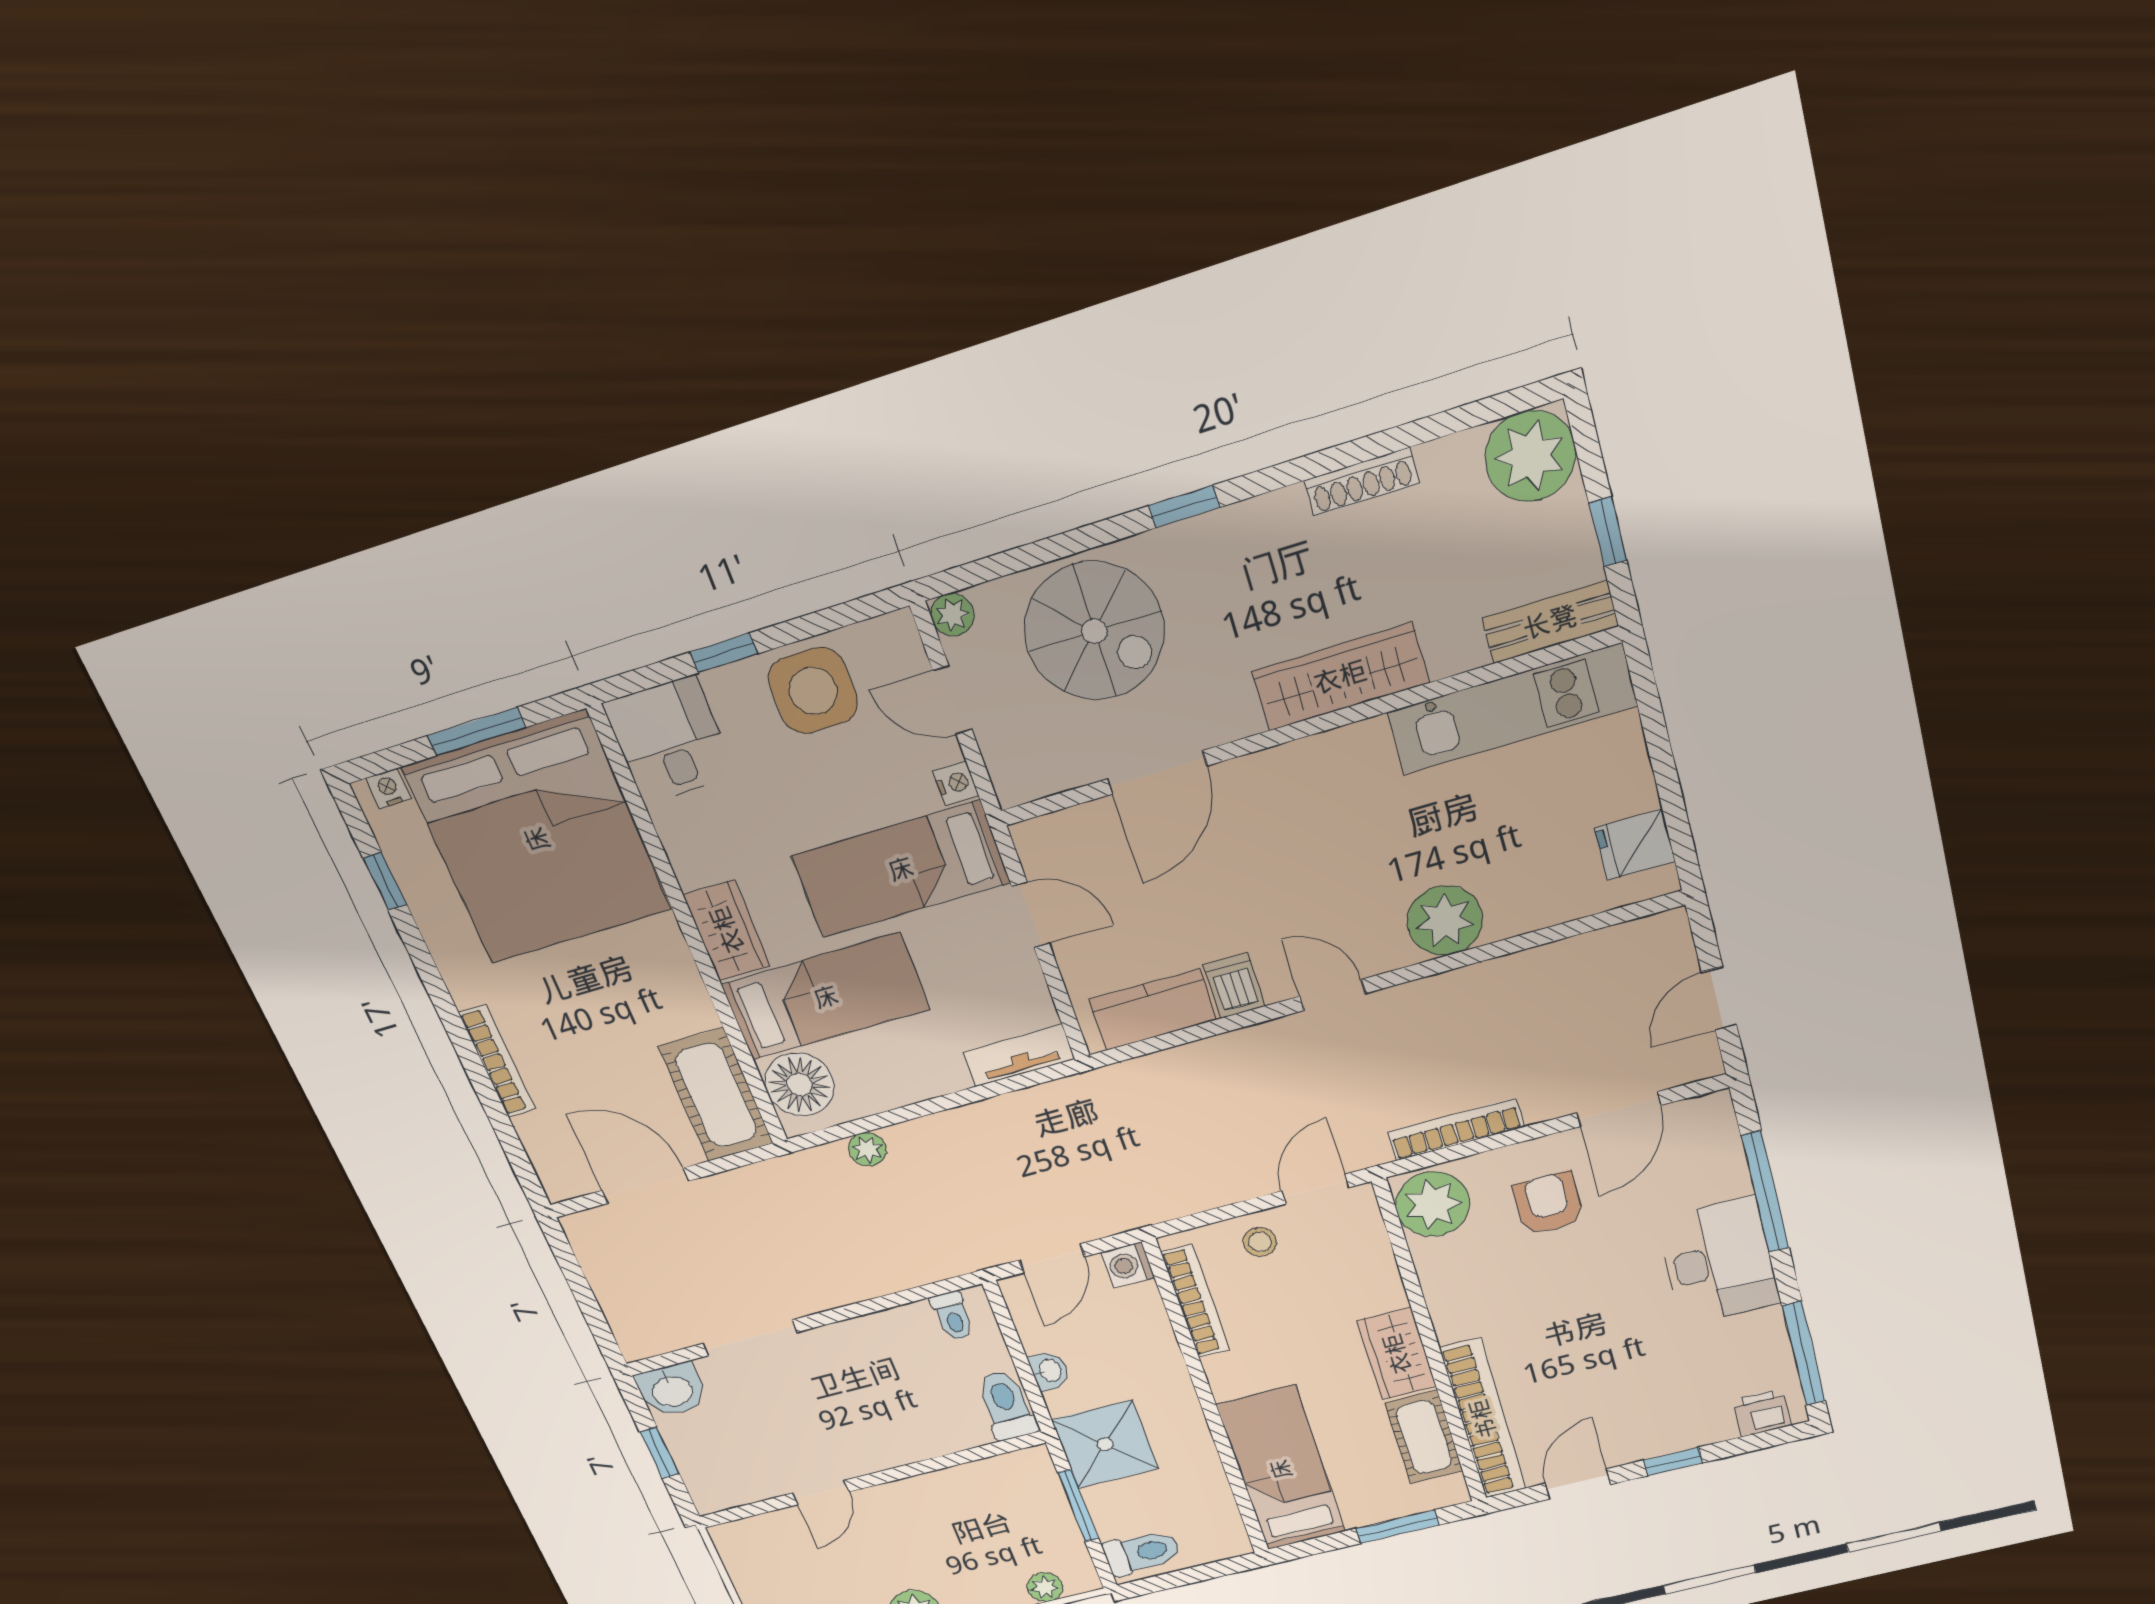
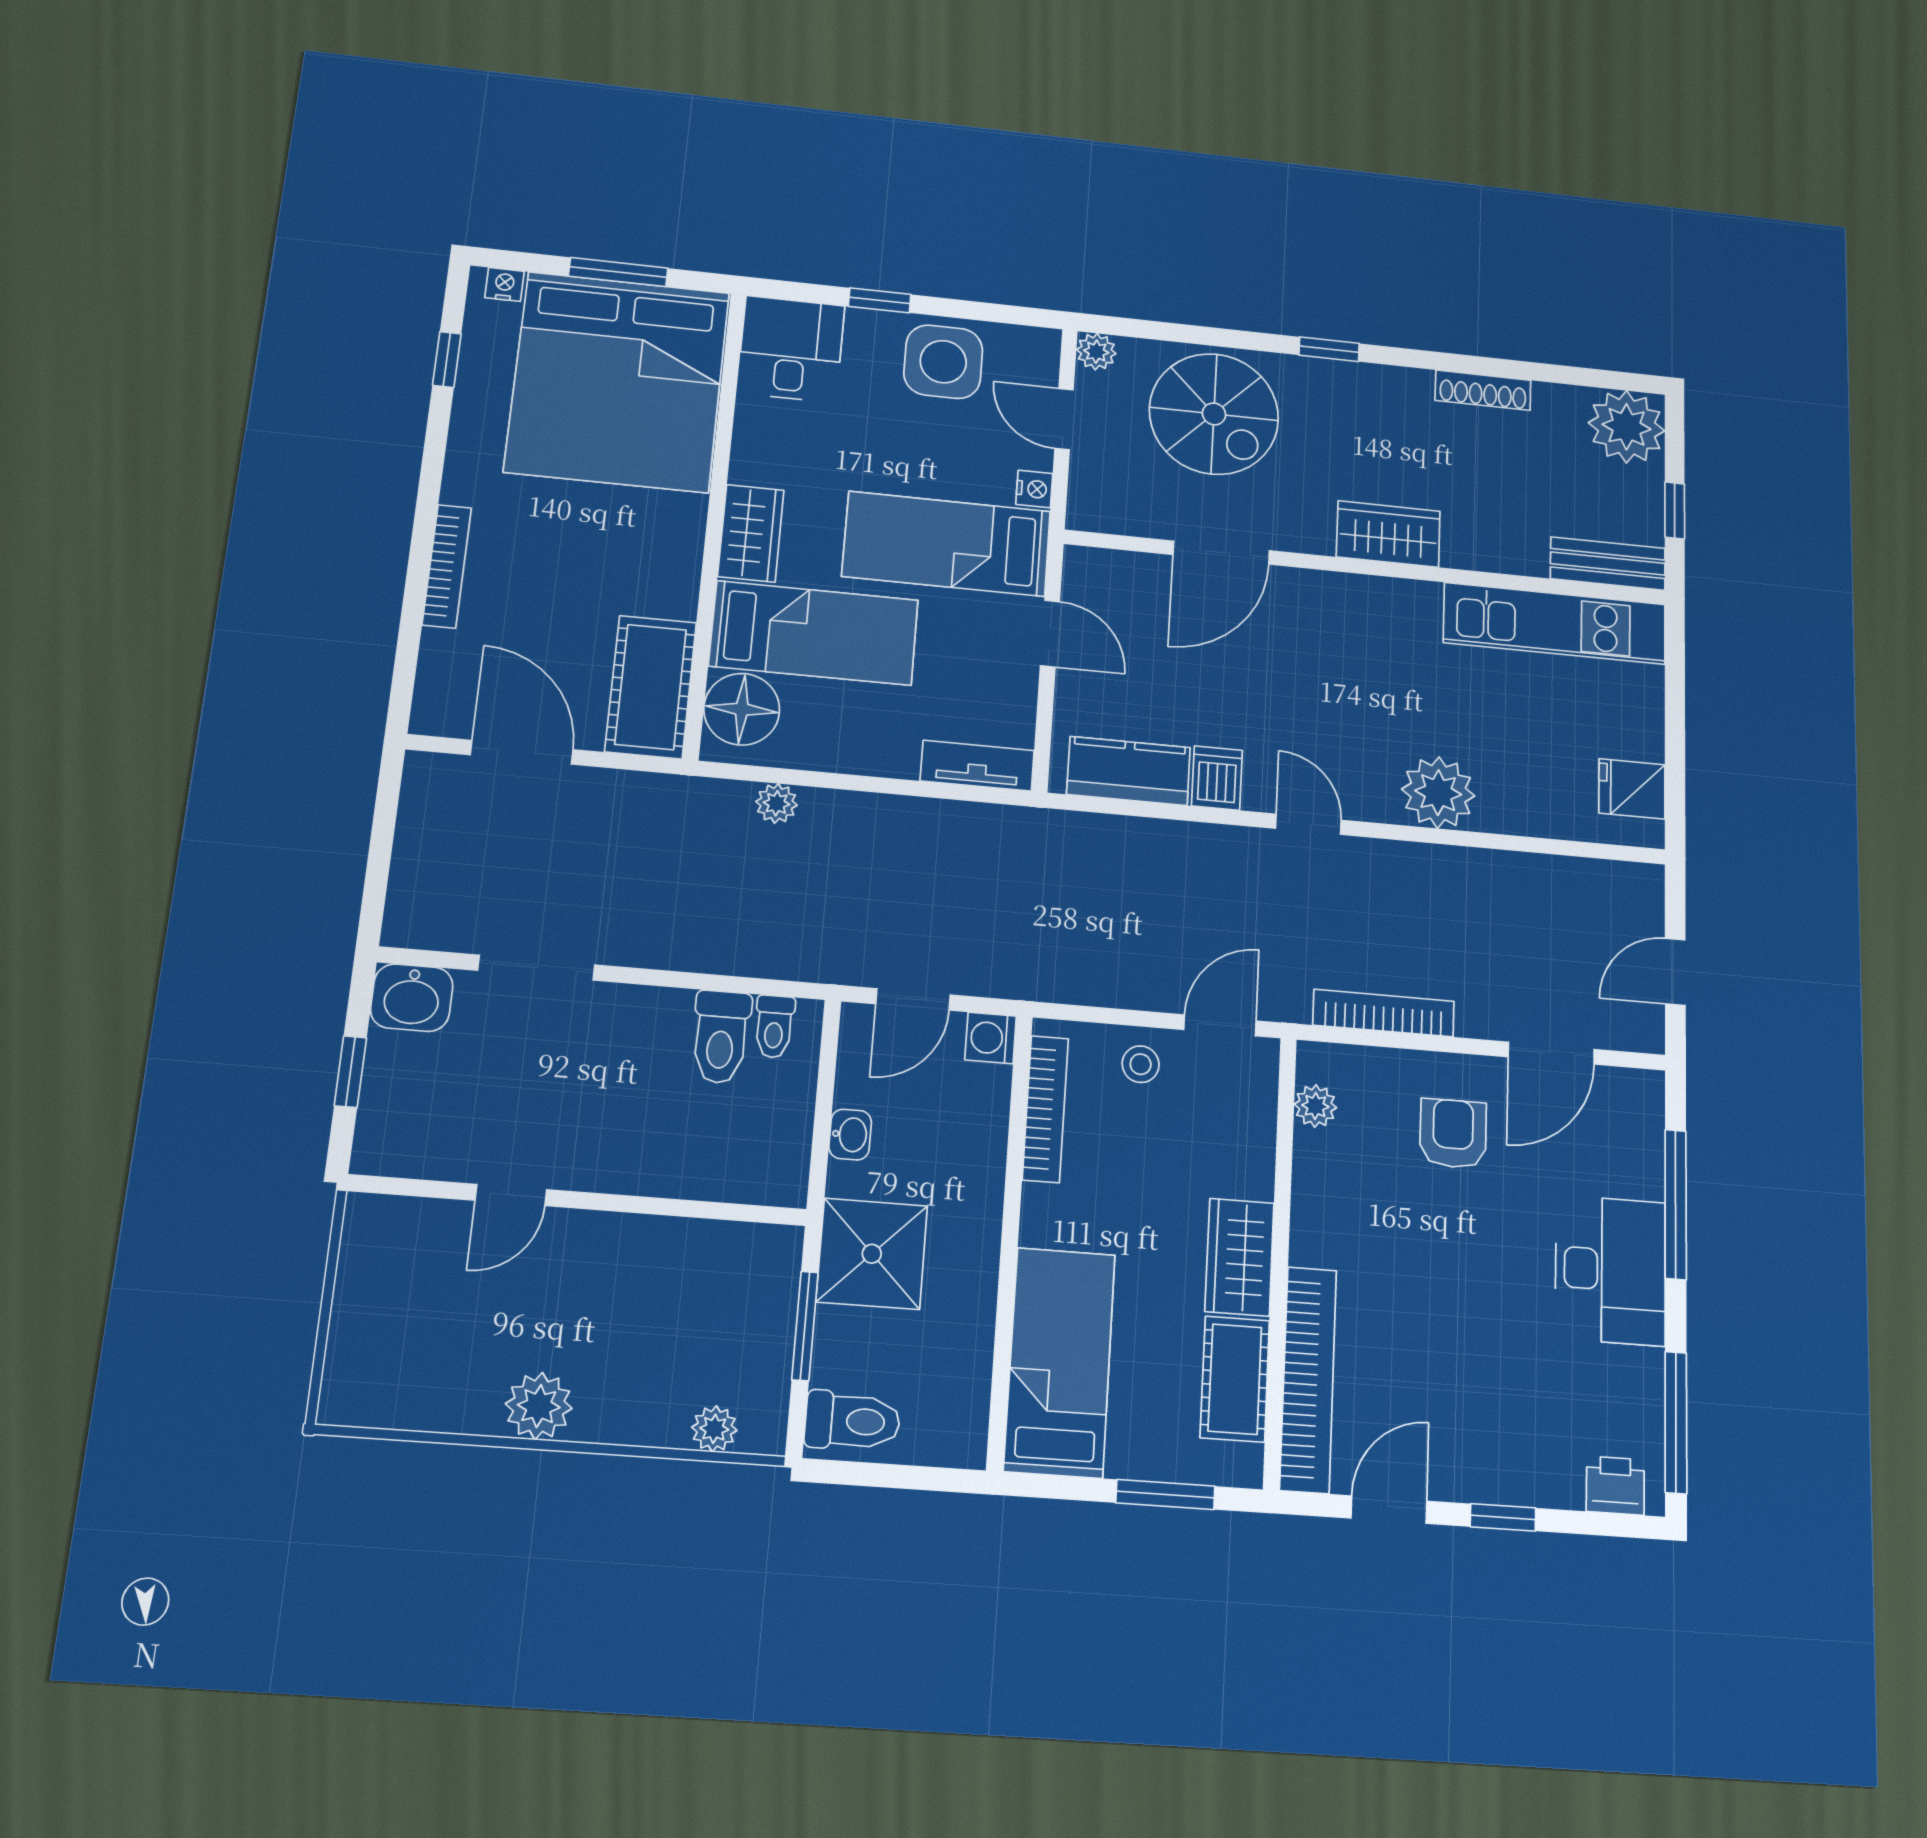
wardrobe: (1340, 677) -> (1388, 534), width x0.67
plant: (1433, 1204) -> (1315, 1106), width x0.53, depth x0.53
toilet: (1006, 1405) -> (721, 1037), moved, turned 180

